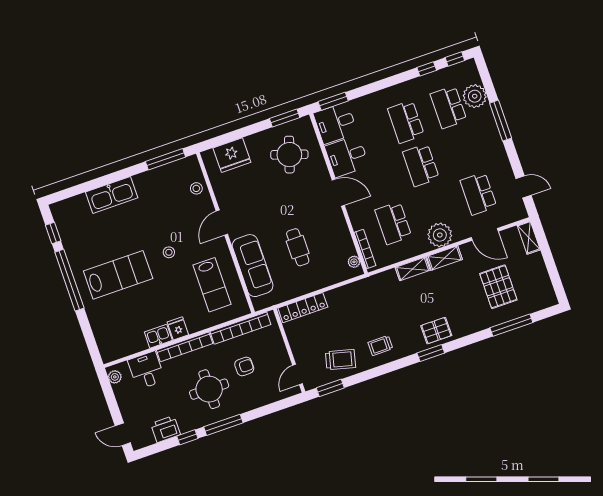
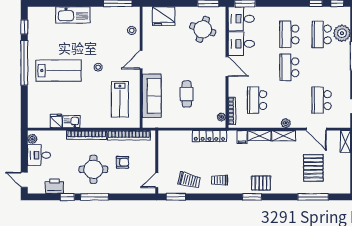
plant: (440, 235) -> (286, 123), width x0.53, depth x0.53
filing cabinet: (390, 279) -> (242, 137), added
locker: (303, 308) -> (209, 136), moved
fridge: (178, 328) -> (56, 121), moved
desk: (146, 370) -> (39, 155), moved, turned -90

